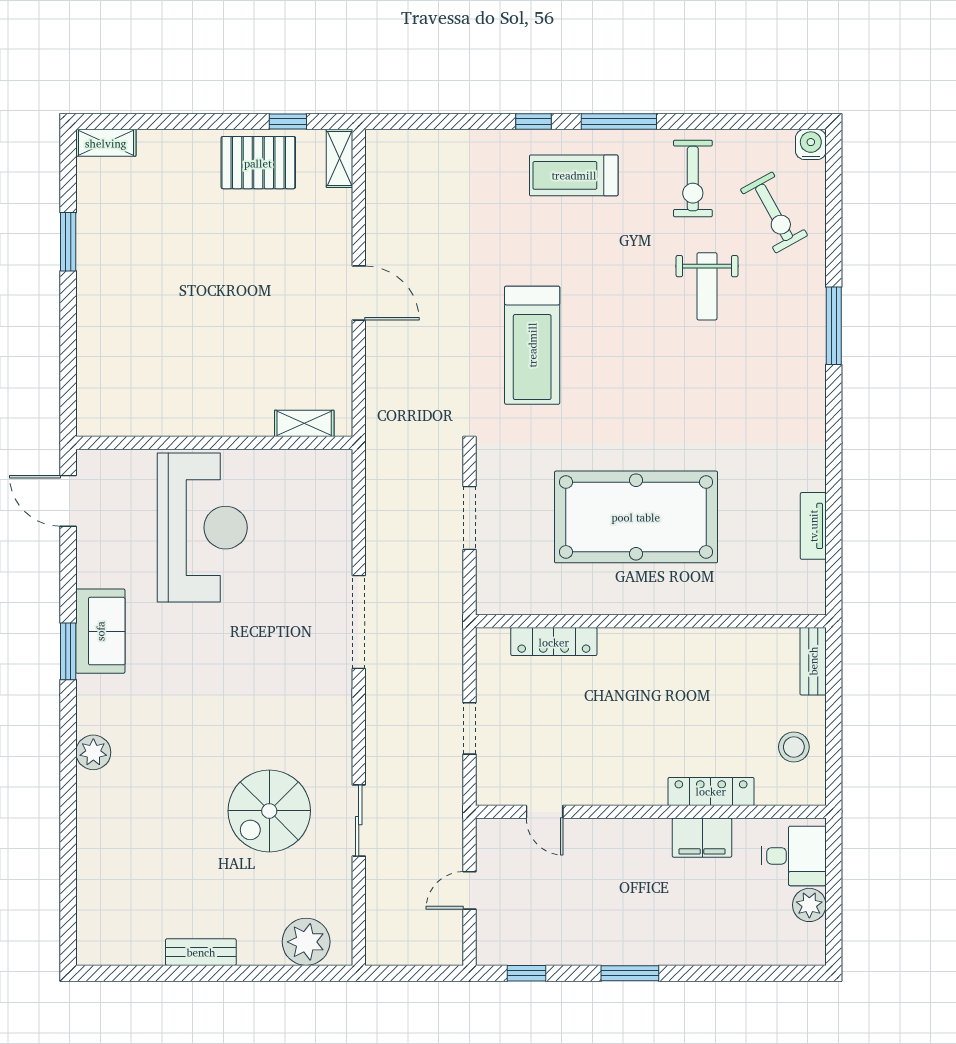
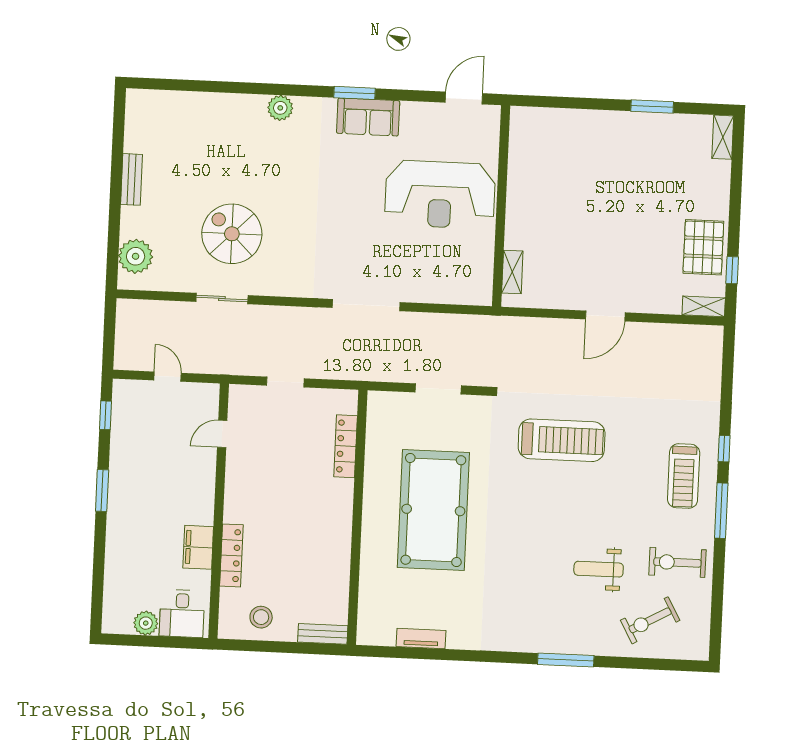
water cooler: (811, 144) -> (698, 649), removed
treadmill: (574, 175) -> (684, 476), turned 180
treadmill: (532, 345) -> (562, 440), turned 180

